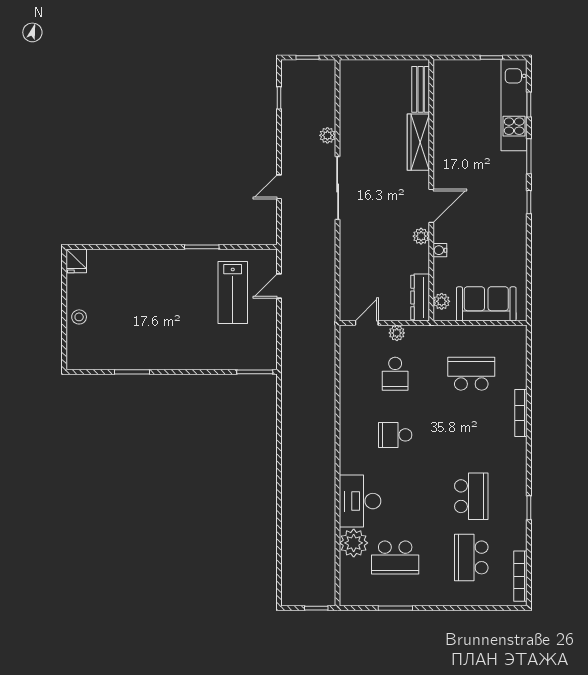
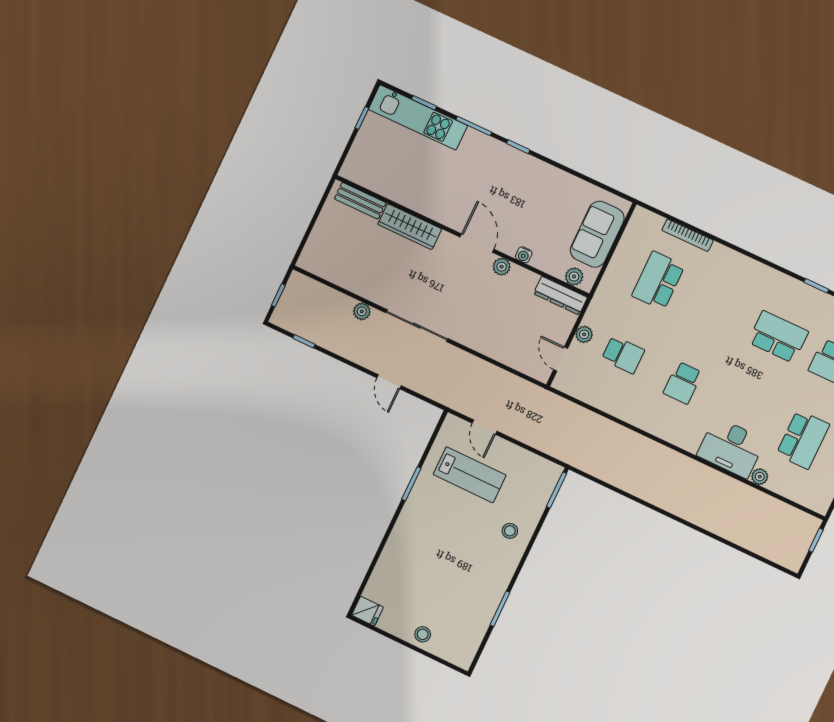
stool: (202, 349) -> (510, 531), added
bookcase: (521, 413) -> (688, 235), moved
plant: (354, 543) -> (760, 477), width x0.53, depth x0.53

